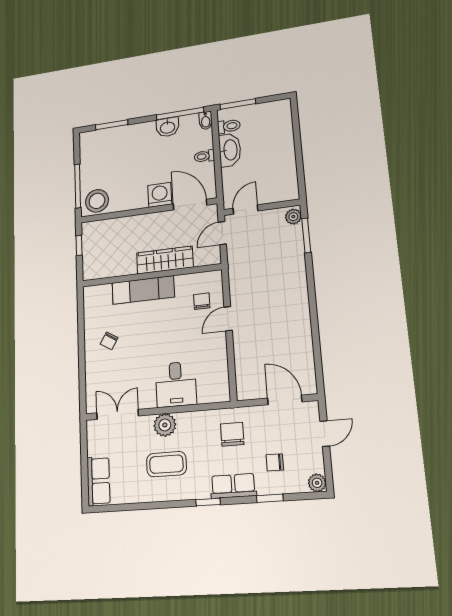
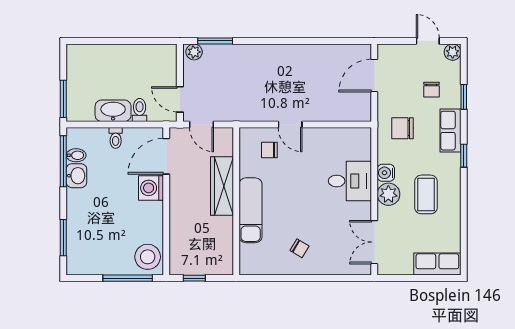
bidet: (206, 121) -> (76, 155), moved
toilet: (229, 126) -> (140, 110), moved
water cooler: (186, 420) -> (386, 173), added
door: (325, 434) -> (428, 41), moved

